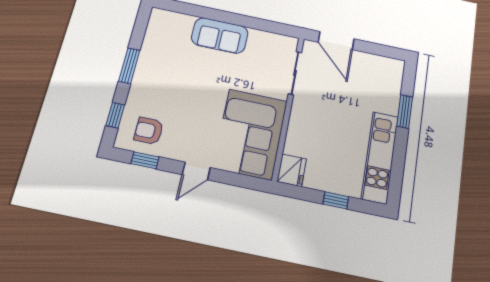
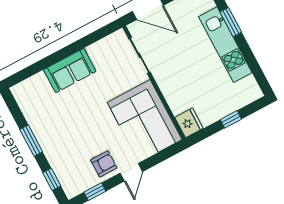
armchair: (149, 131) -> (104, 164), moved, turned 180
kitchen unit: (380, 157) -> (225, 45), moved

